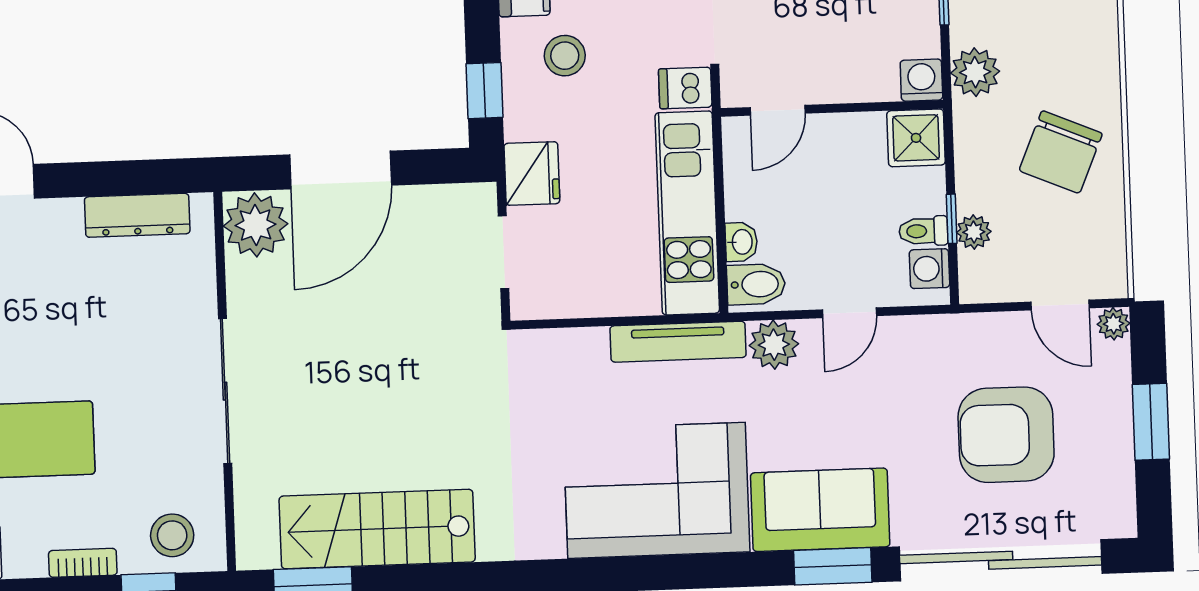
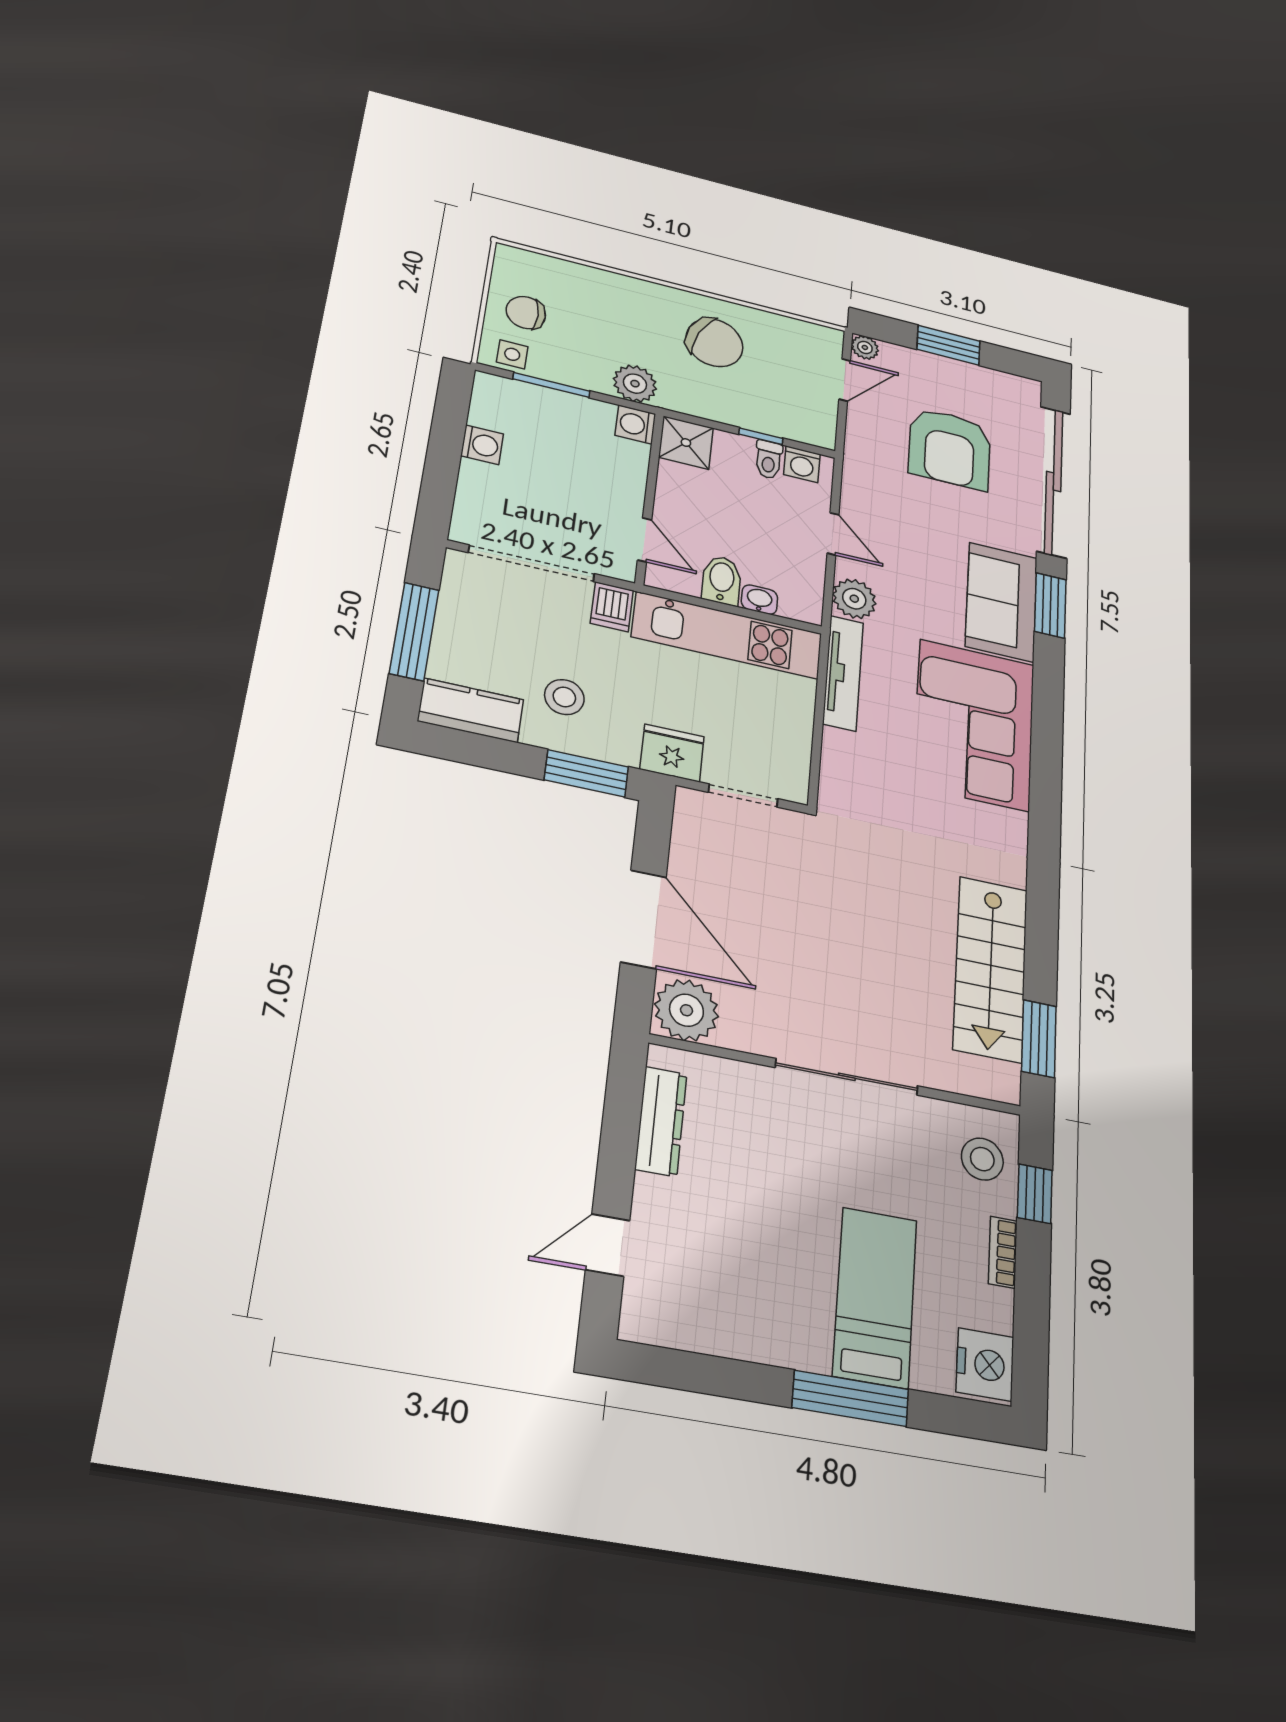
window: (484, 91) -> (586, 773), width x1.50
plant: (974, 232) -> (774, 423), removed
bidet: (756, 284) -> (722, 580), moved

